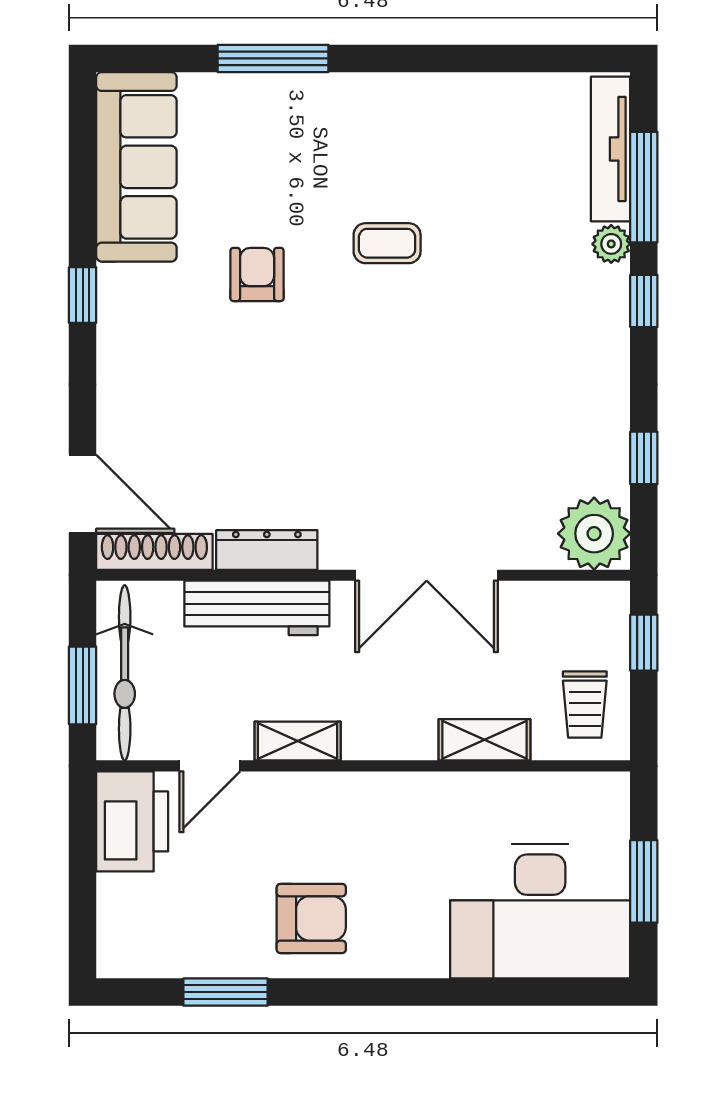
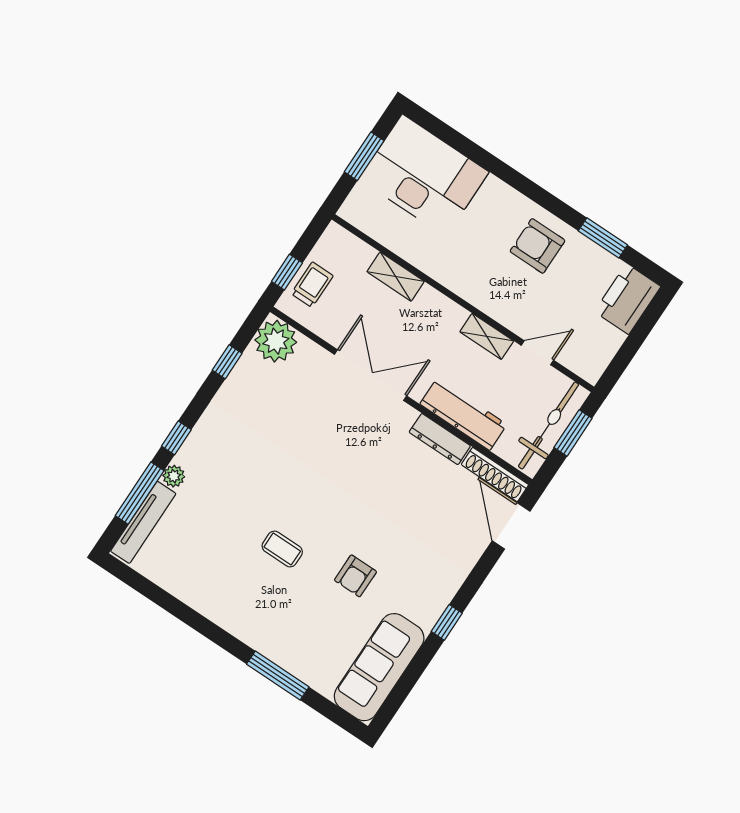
trolley: (585, 705) -> (312, 285), moved
printer: (132, 821) -> (628, 299), moved

